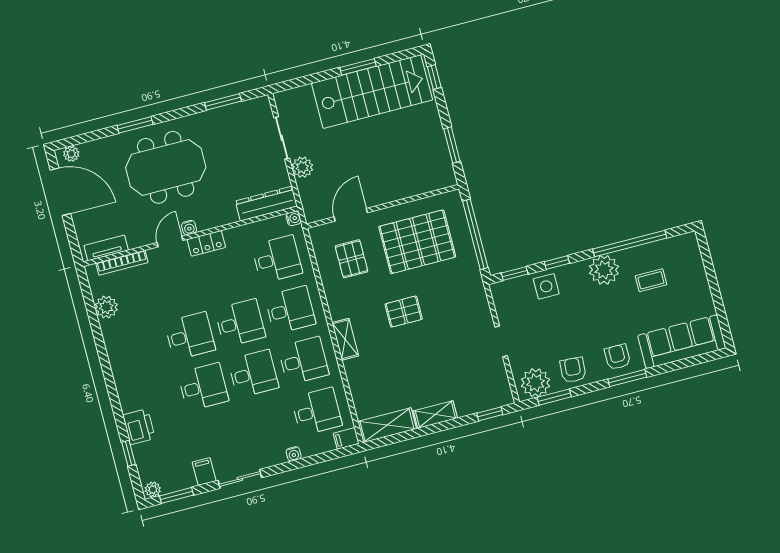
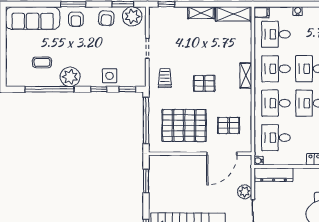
door: (351, 215) -> (222, 154), width x1.36
pallet: (351, 259) -> (229, 125), turned 90
trolley: (464, 304) -> (165, 78), added

